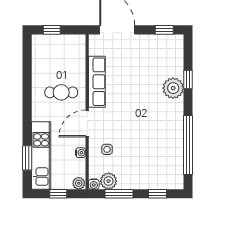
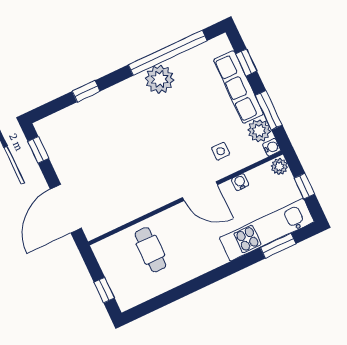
row of seats: (97, 82) -> (239, 87), moved, turned -90
plant: (173, 88) -> (160, 79), moved
cafe table: (61, 92) -> (150, 250), moved

